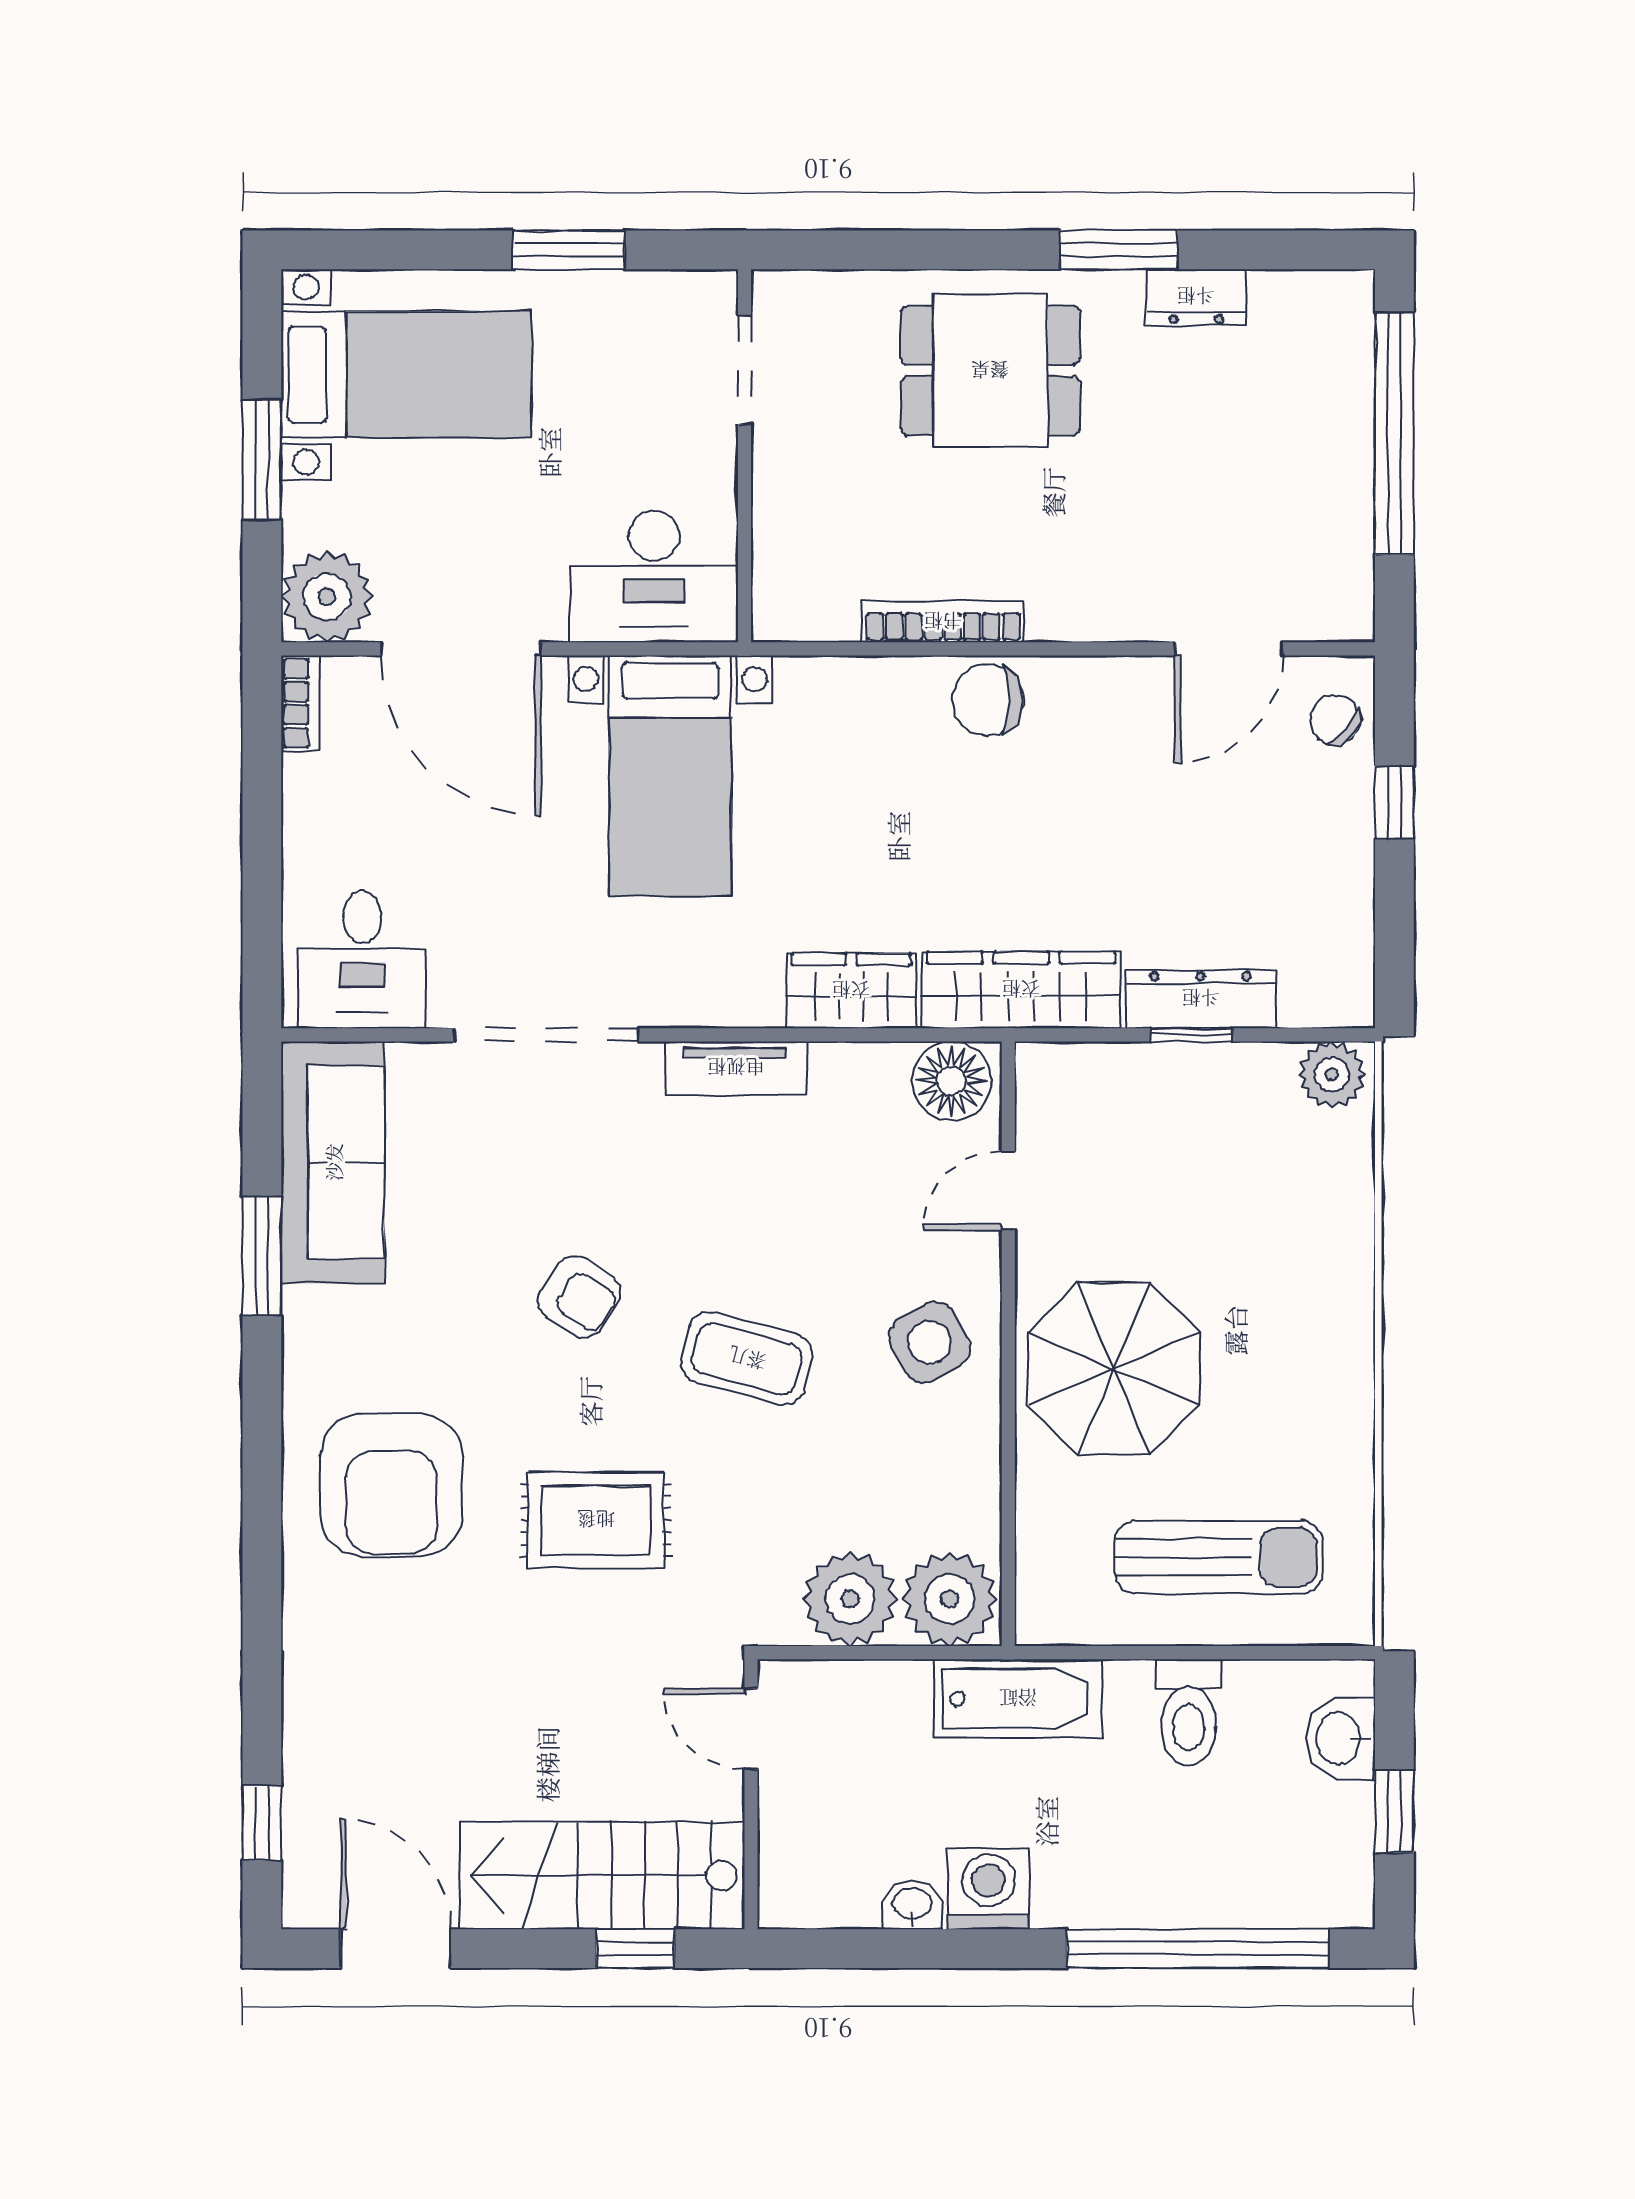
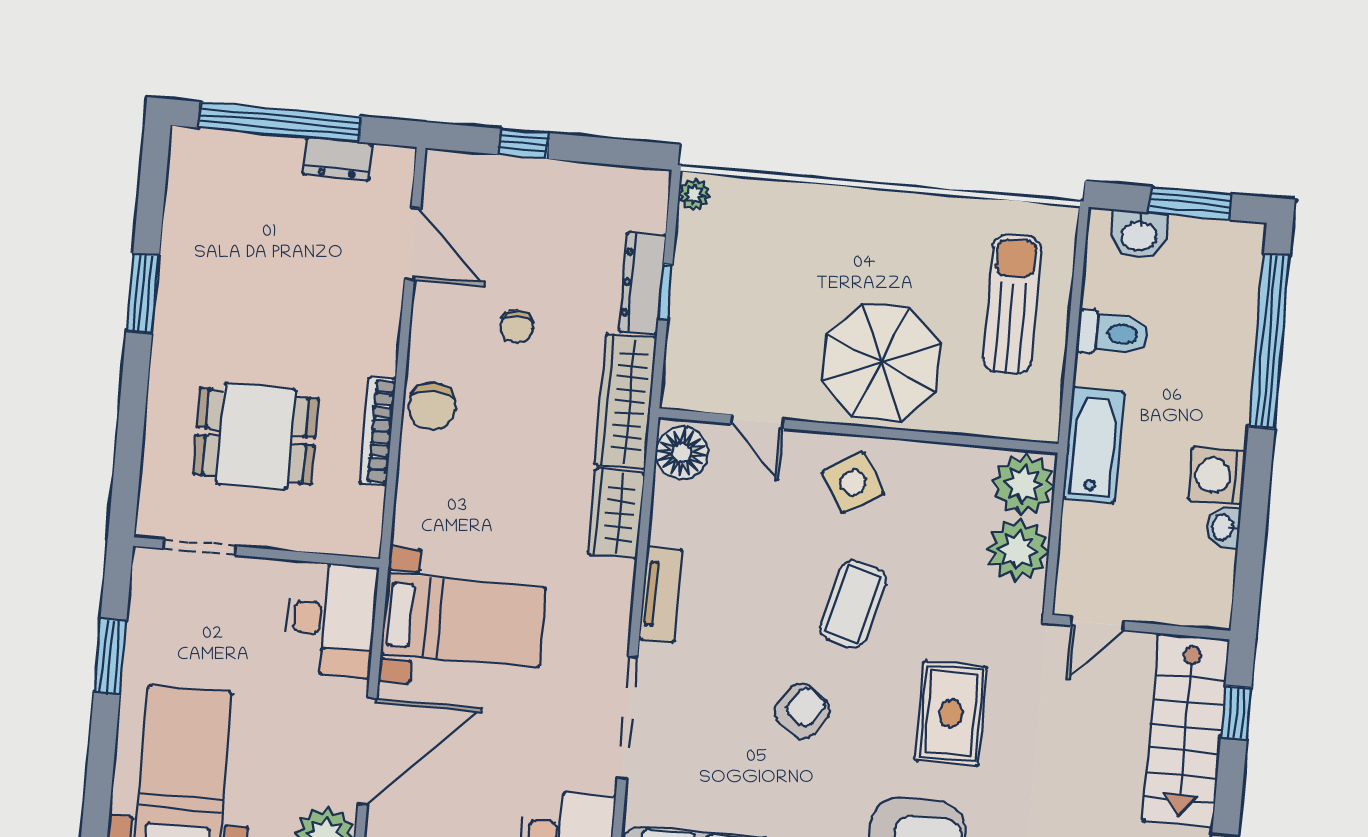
dresser: (1196, 297) -> (338, 159), moved, turned 90
dining table: (990, 371) -> (256, 436), moved, turned 90
chair: (1335, 720) -> (517, 327), moved, turned -40
plant: (1332, 1074) -> (694, 195), width x0.73, depth x0.73
window: (1394, 1811) -> (1190, 203), width x1.50

